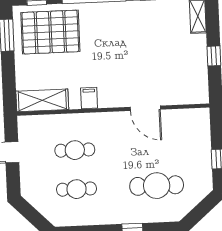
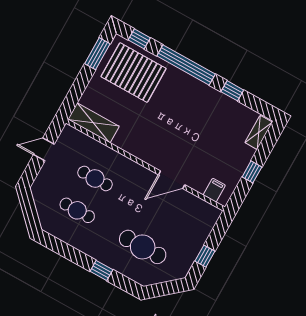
filing cabinet: (89, 98) -> (214, 190), moved
door: (145, 108) -> (172, 180), hinge flipped

